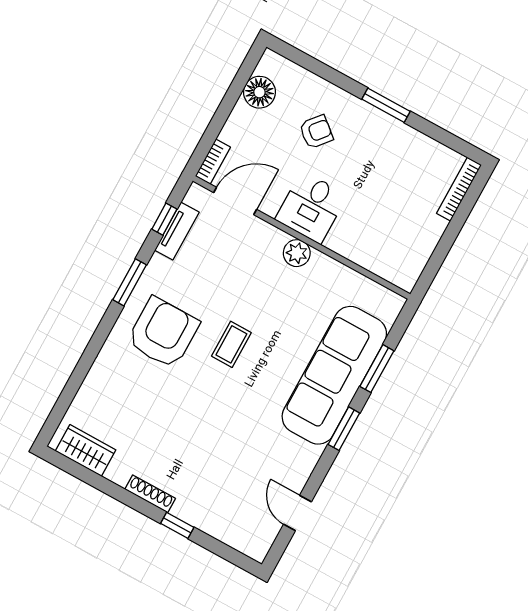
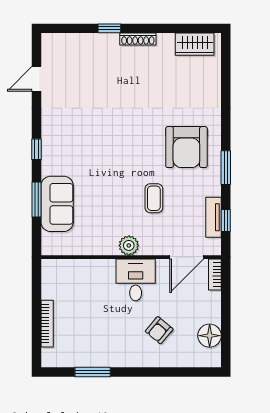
window: (386, 105) -> (93, 372), moved
bookcase: (459, 189) -> (47, 324), moved
coffee table: (231, 344) -> (154, 198), moved
sofa: (334, 375) -> (57, 204), width x0.54, depth x0.79
window: (344, 429) -> (37, 149), width x0.67
door: (297, 513) -> (37, 79), swing flipped

